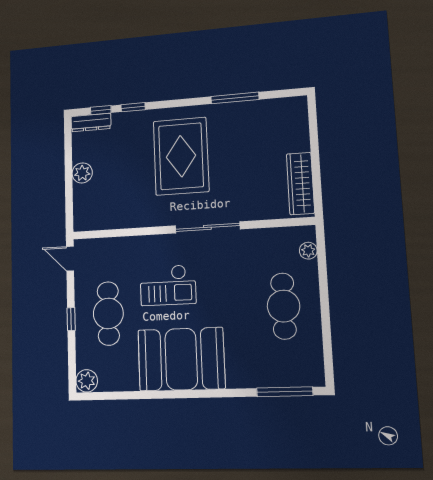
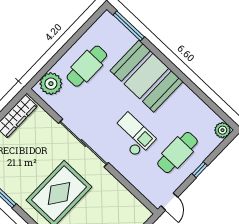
sliding door: (207, 227) -> (83, 143), width x1.36
plant: (308, 251) -> (51, 84), width x1.87, depth x1.87
booth: (181, 359) -> (146, 76), moved

